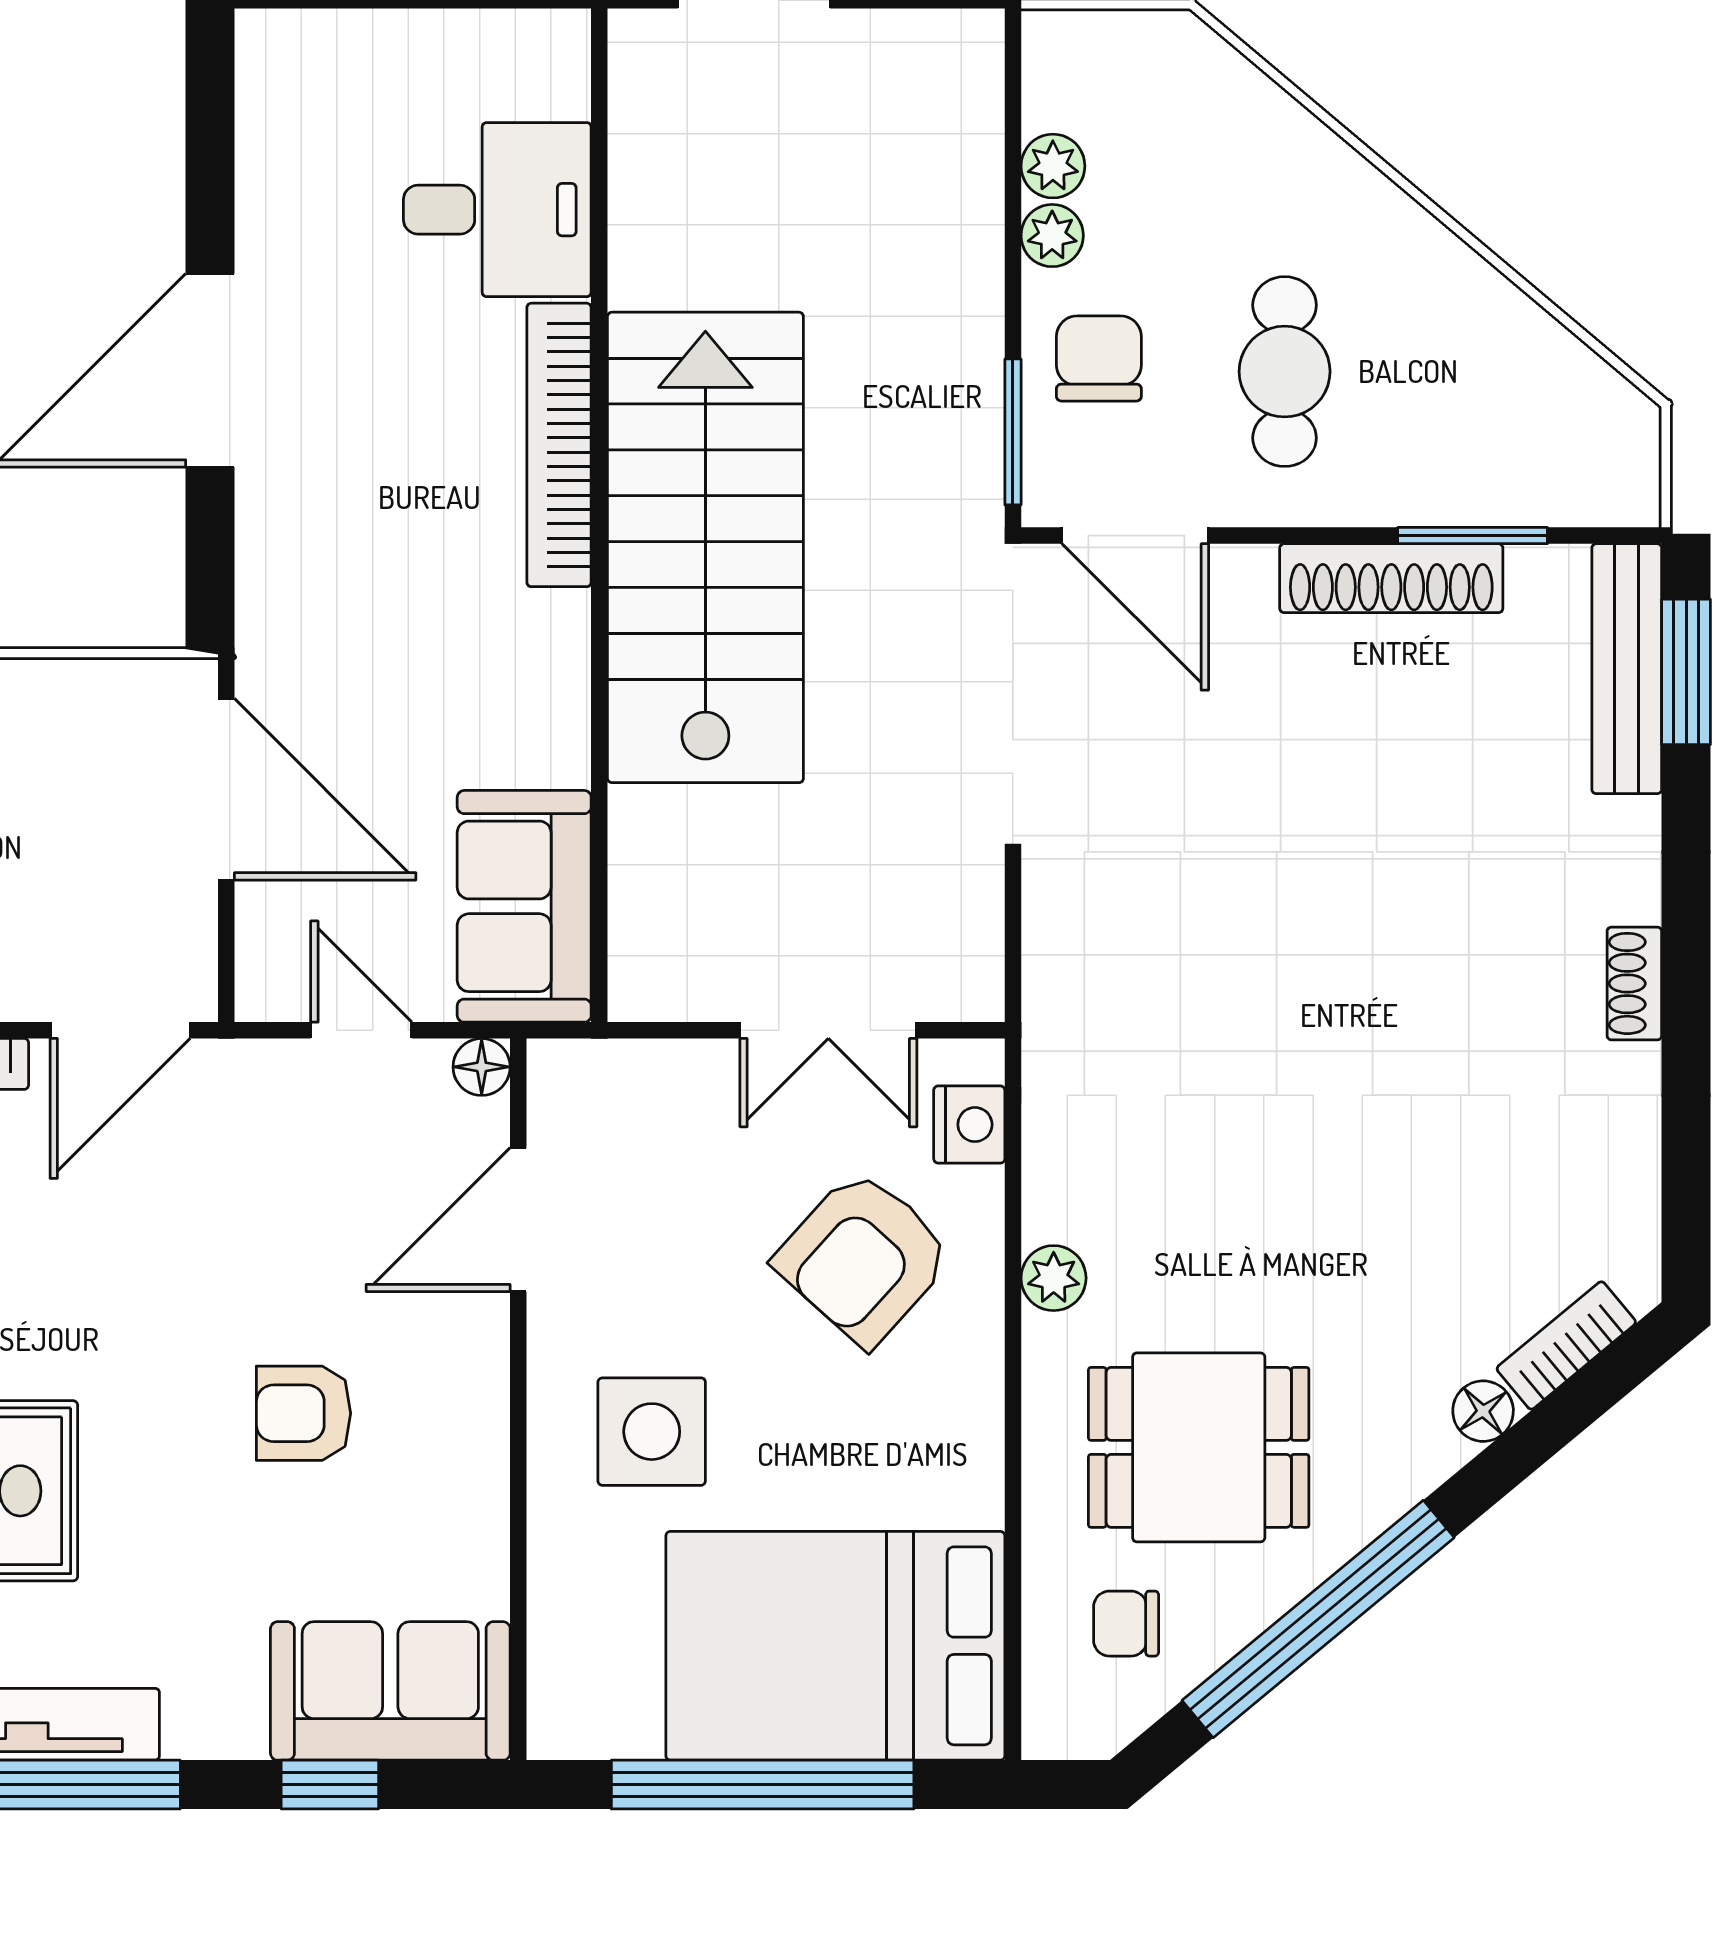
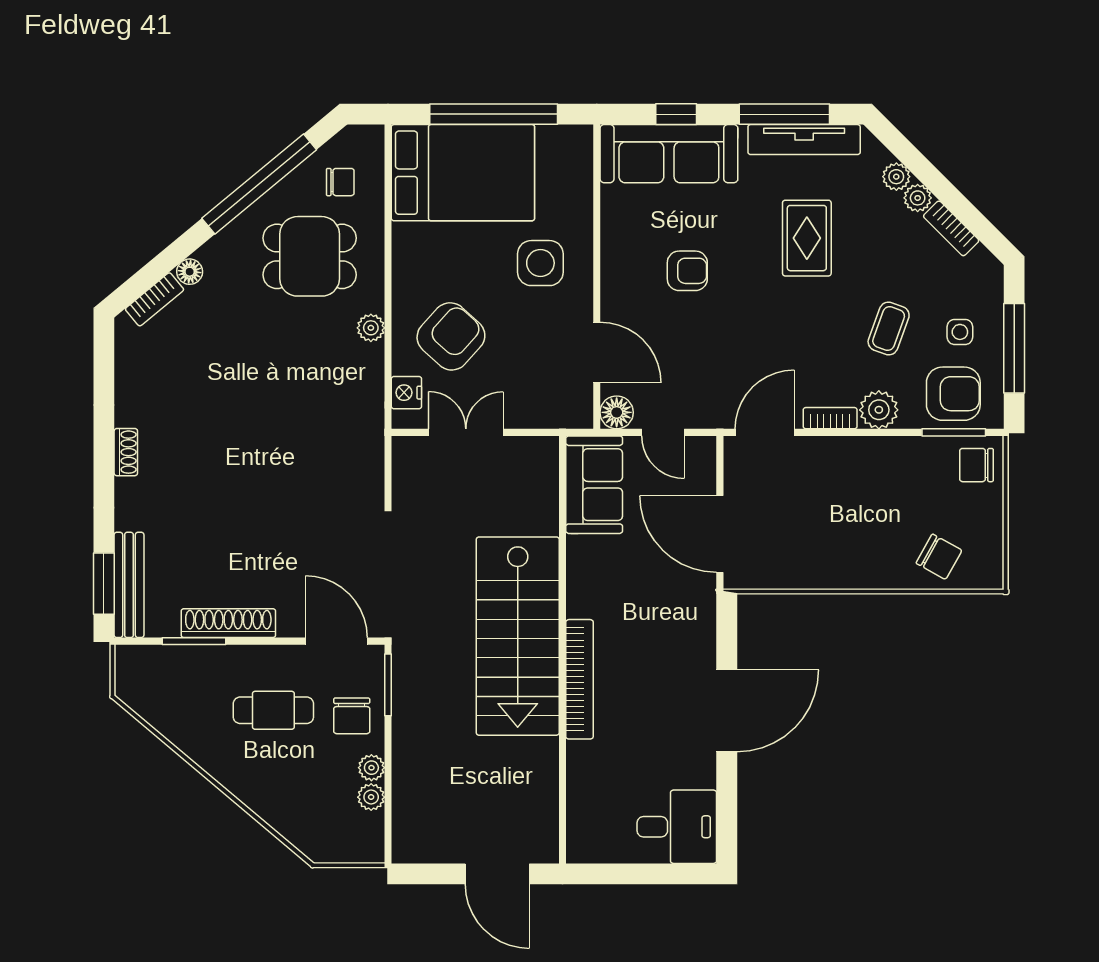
desk: (497, 210) -> (677, 827), moved, turned 180
cafe table: (1285, 372) -> (273, 710), turned 90
floor lamp: (482, 1067) -> (617, 412), width x1.37, depth x1.37
door: (518, 1220) -> (597, 352), hinge flipped
sofa: (390, 1691) -> (669, 154), width x1.36

